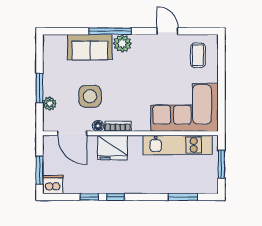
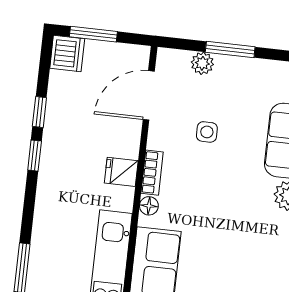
side table: (90, 96) -> (207, 132), width x0.54, depth x0.54
floor lamp: (98, 126) -> (149, 206), moved
fridge: (113, 148) -> (121, 172), width x0.53, depth x0.75

